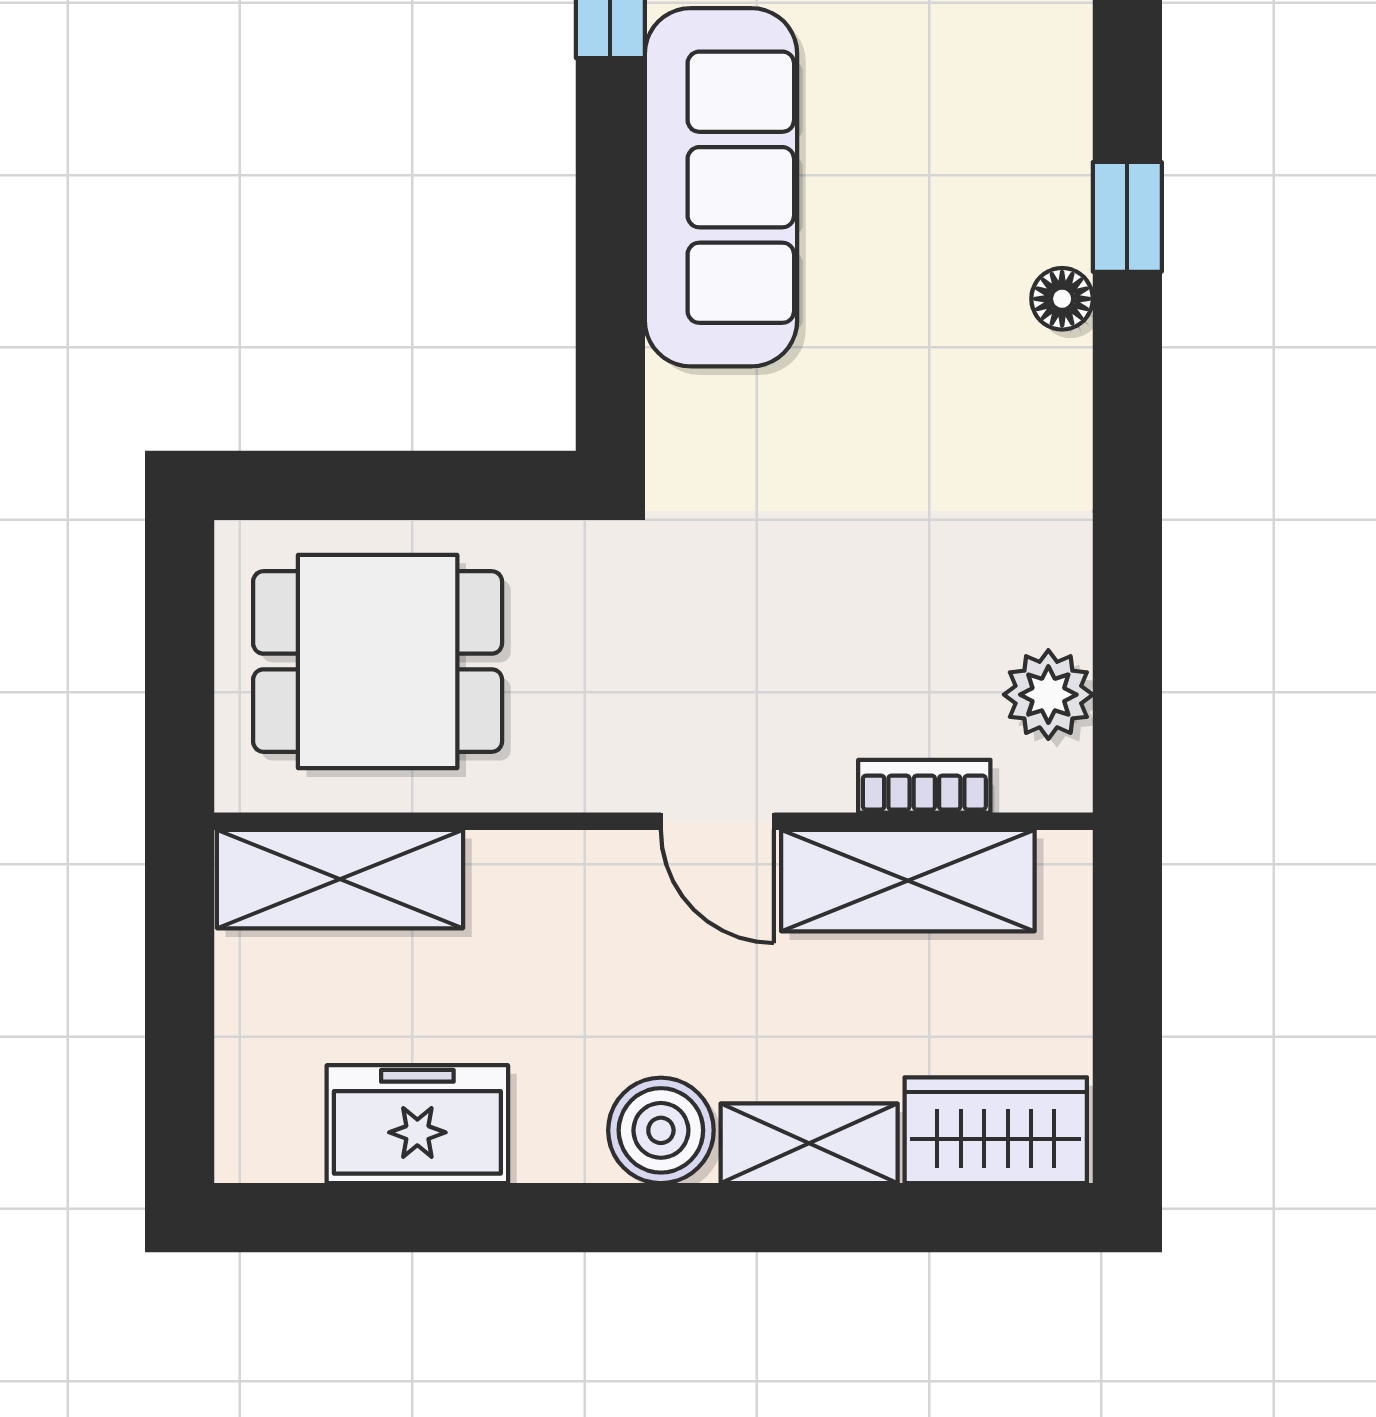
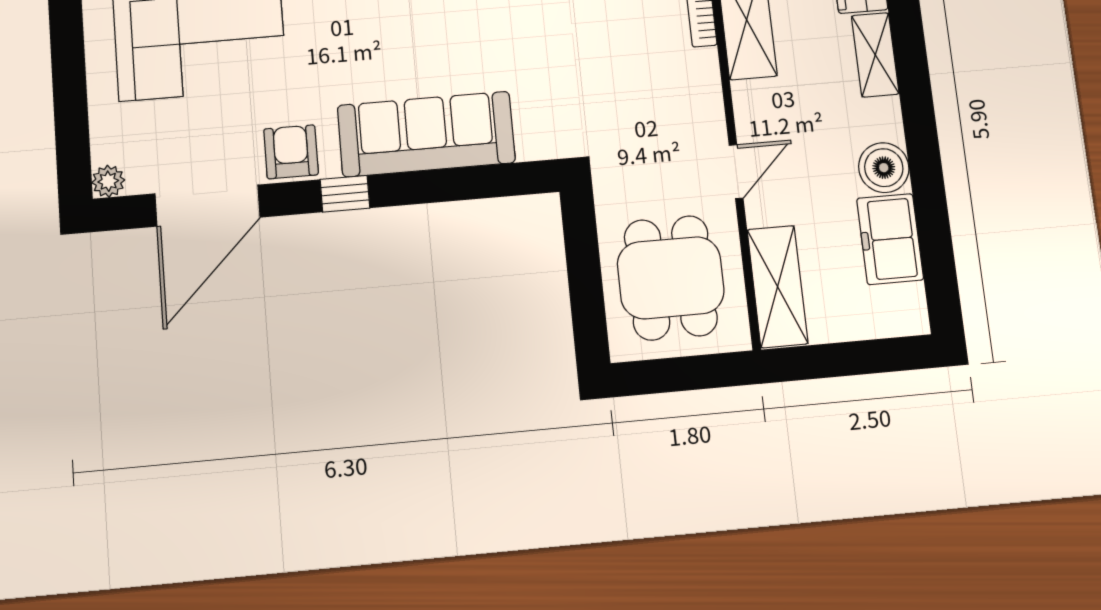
door: (717, 821) -> (736, 172), moved
boiler: (661, 1130) -> (884, 168), moved

